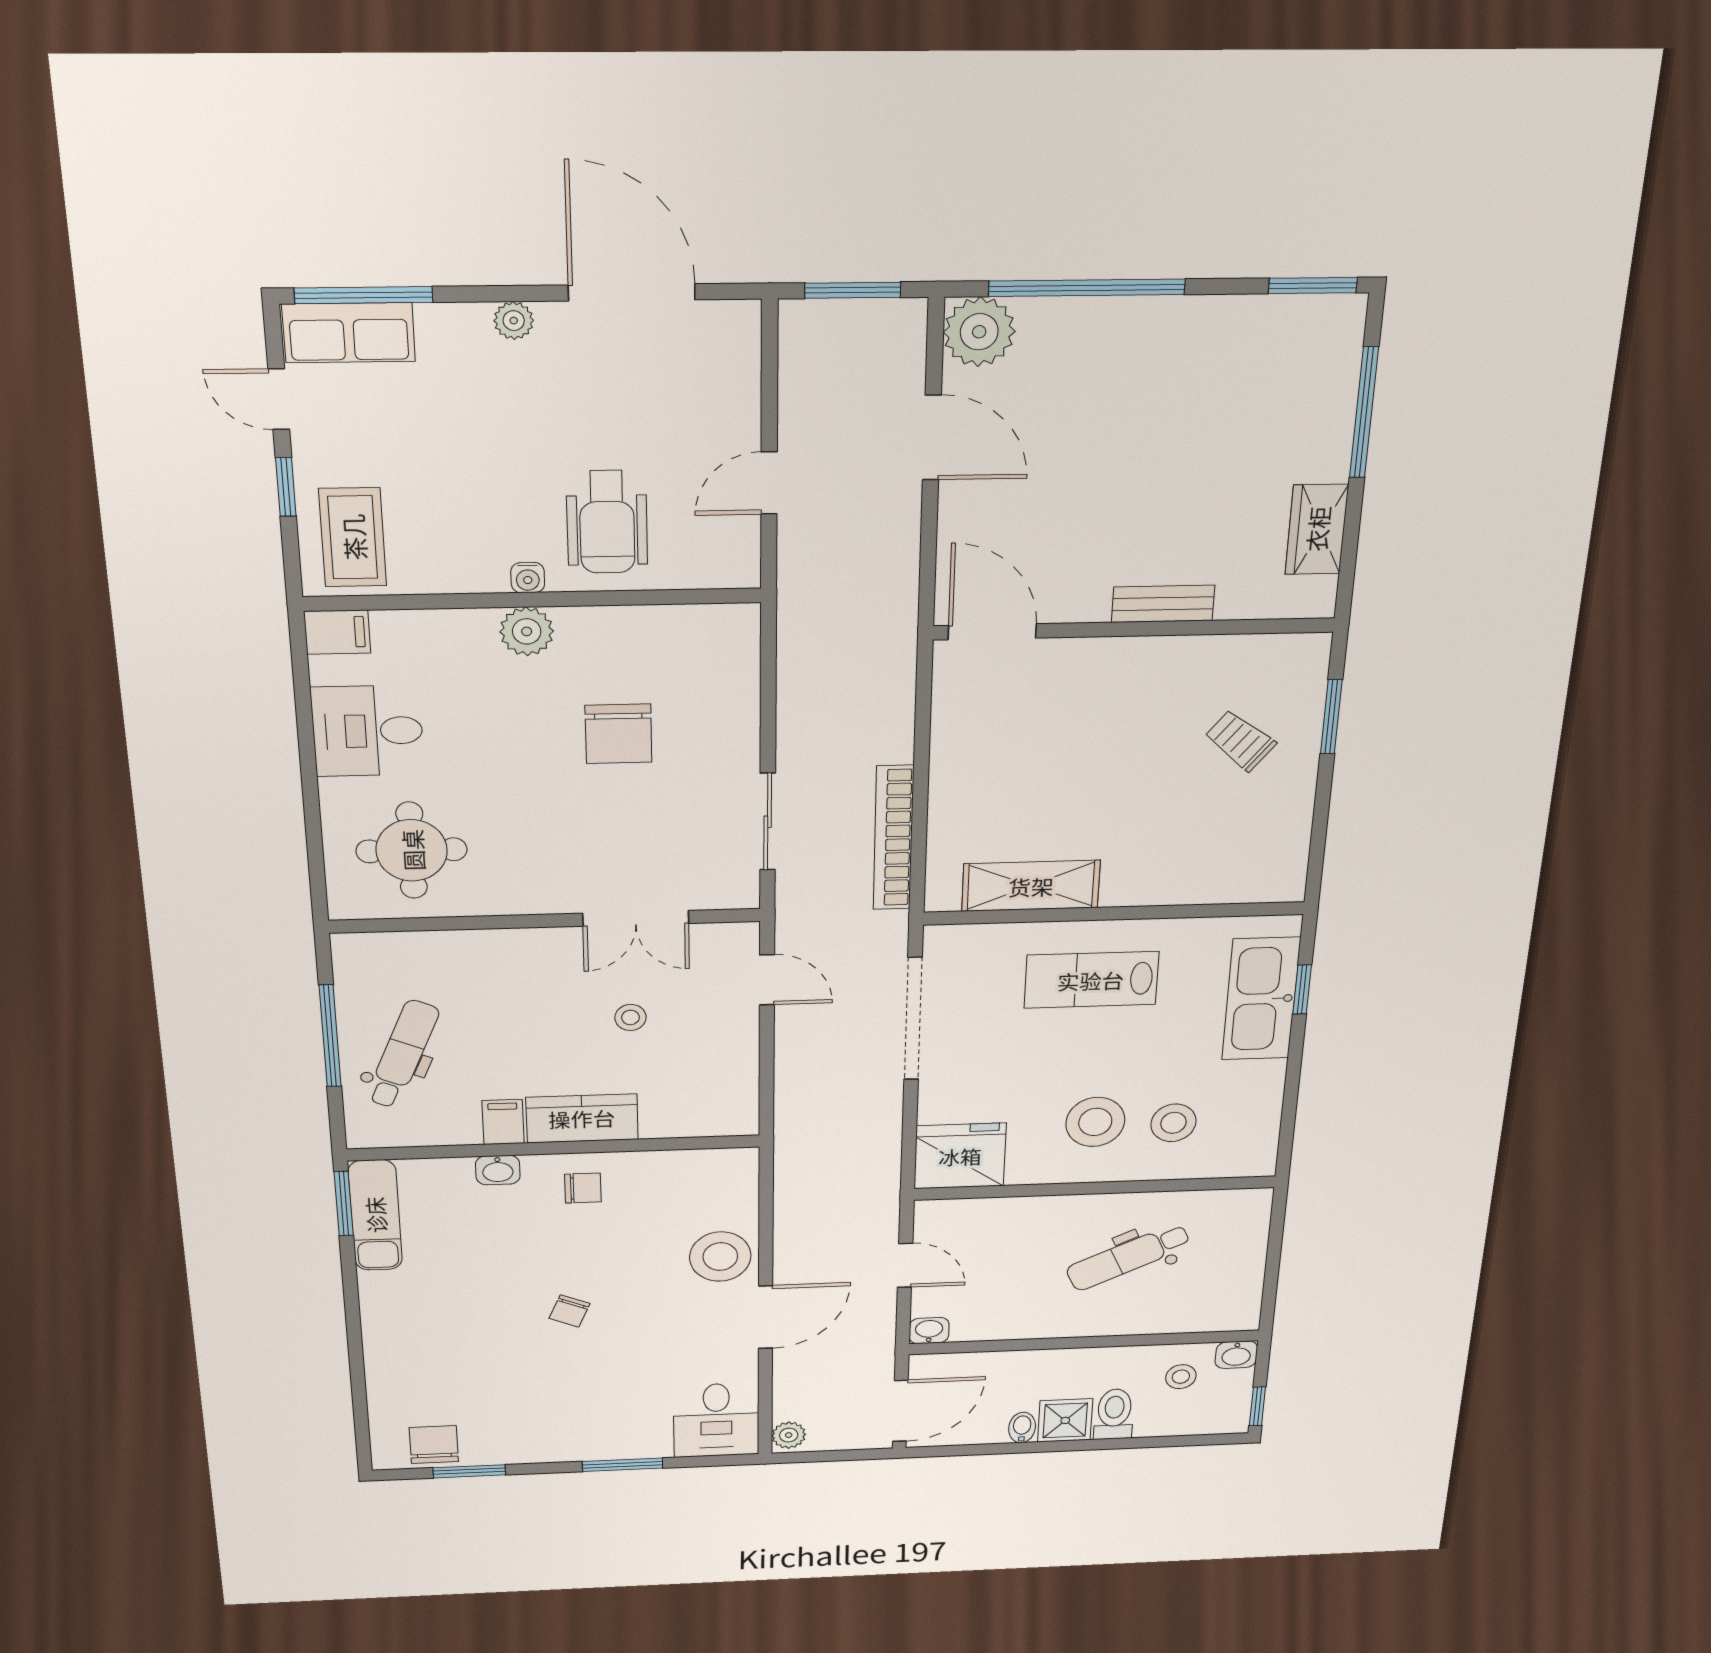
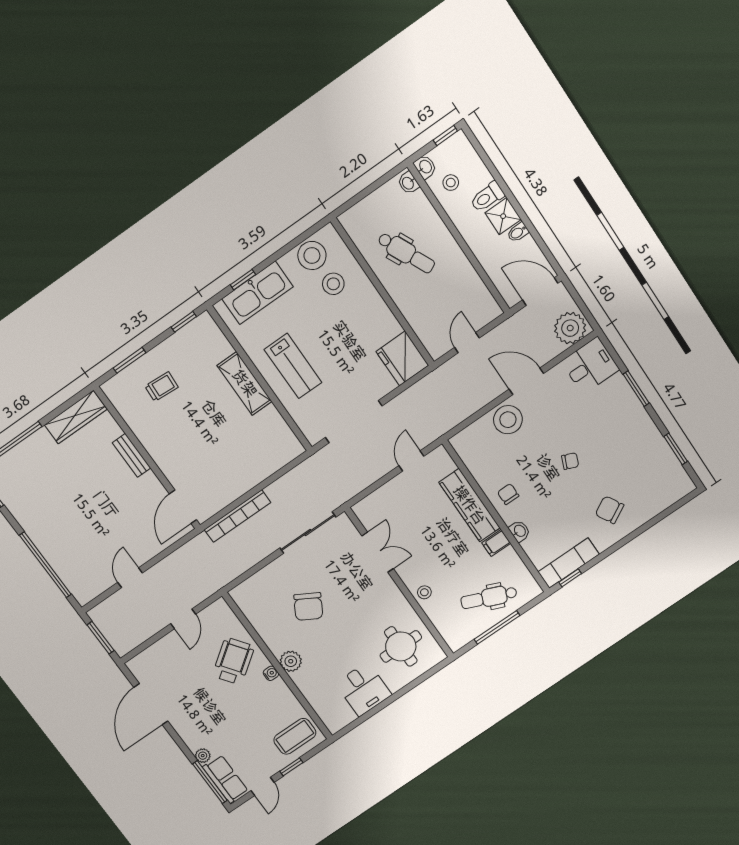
plant: (514, 321) -> (203, 756), moved
plant: (979, 332) -> (85, 588), removed
door: (932, 438) -> (130, 578), width x0.73
door: (769, 483) -> (183, 619), hinge flipped
wheelchair: (607, 522) -> (233, 661), turned -36
wardrobe: (1317, 529) -> (76, 417), width x1.50
filing cabinet: (337, 632) -> (333, 721), removed
chair: (619, 734) -> (308, 607), turned 120
trolley: (1240, 740) -> (161, 387), turned -125
sliding door: (768, 822) -> (308, 533), width x1.37
bookcase: (893, 838) -> (237, 516), moved
window: (1317, 851) -> (184, 322), added
shelving: (1031, 886) -> (245, 383), moved
door: (767, 980) -> (411, 461), moved
stool: (630, 1017) -> (424, 592), moved
kitchen counter: (582, 1118) -> (470, 505), width x1.50
stool: (1095, 1122) -> (312, 256), moved
window: (344, 1204) -> (570, 578), width x0.67
washbasin: (929, 1331) -> (408, 183), moved
plant: (789, 1435) -> (570, 328), width x1.87, depth x1.87
chair: (434, 1445) -> (610, 510), moved, turned 61

